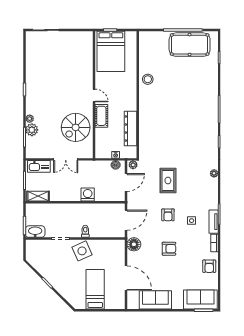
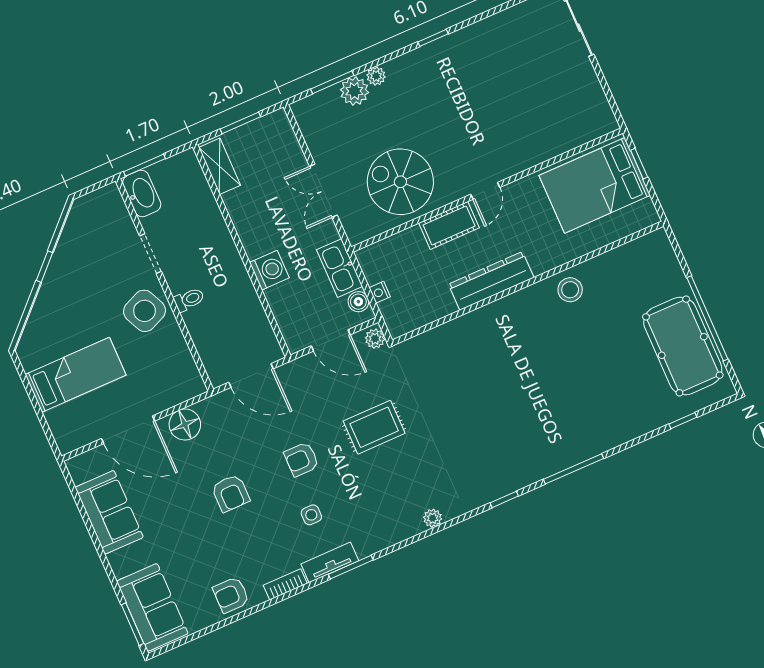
dresser: (131, 129) -> (491, 281), moved
kitchen sink: (39, 166) -> (340, 268), moved
floor lamp: (134, 244) -> (185, 424), moved
door: (126, 278) -> (128, 430), hinge flipped

